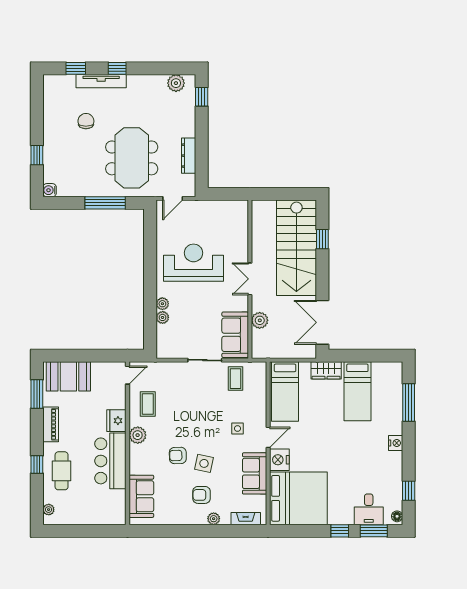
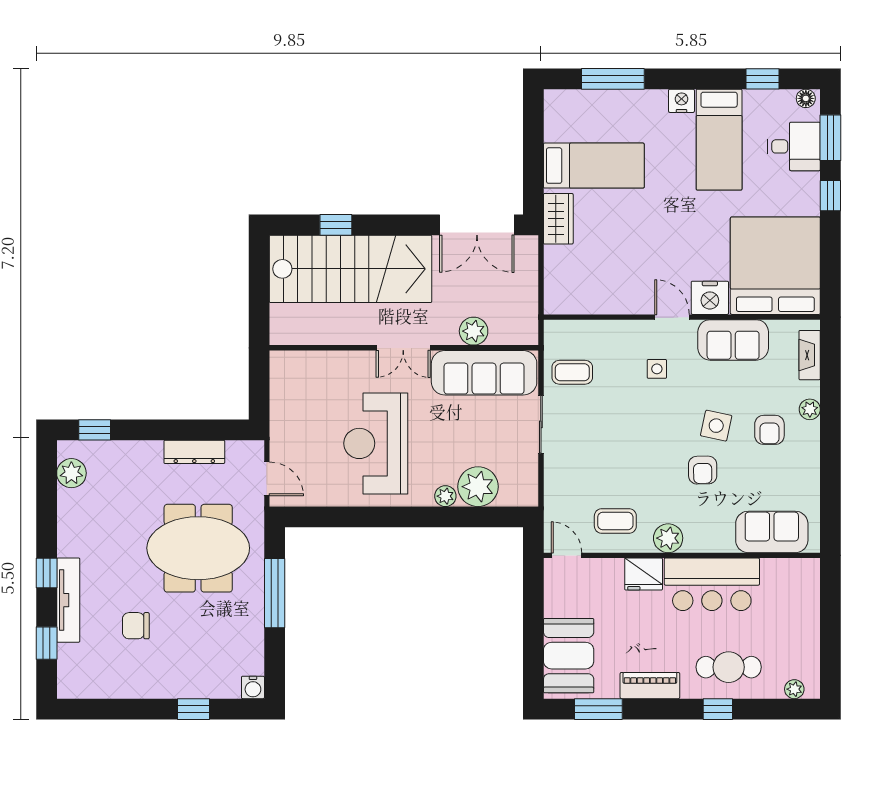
plant: (163, 317) -> (478, 487), width x1.88, depth x1.88
sofa: (235, 335) -> (484, 373), width x1.36
bed: (285, 391) -> (719, 140), moved, turned 90

